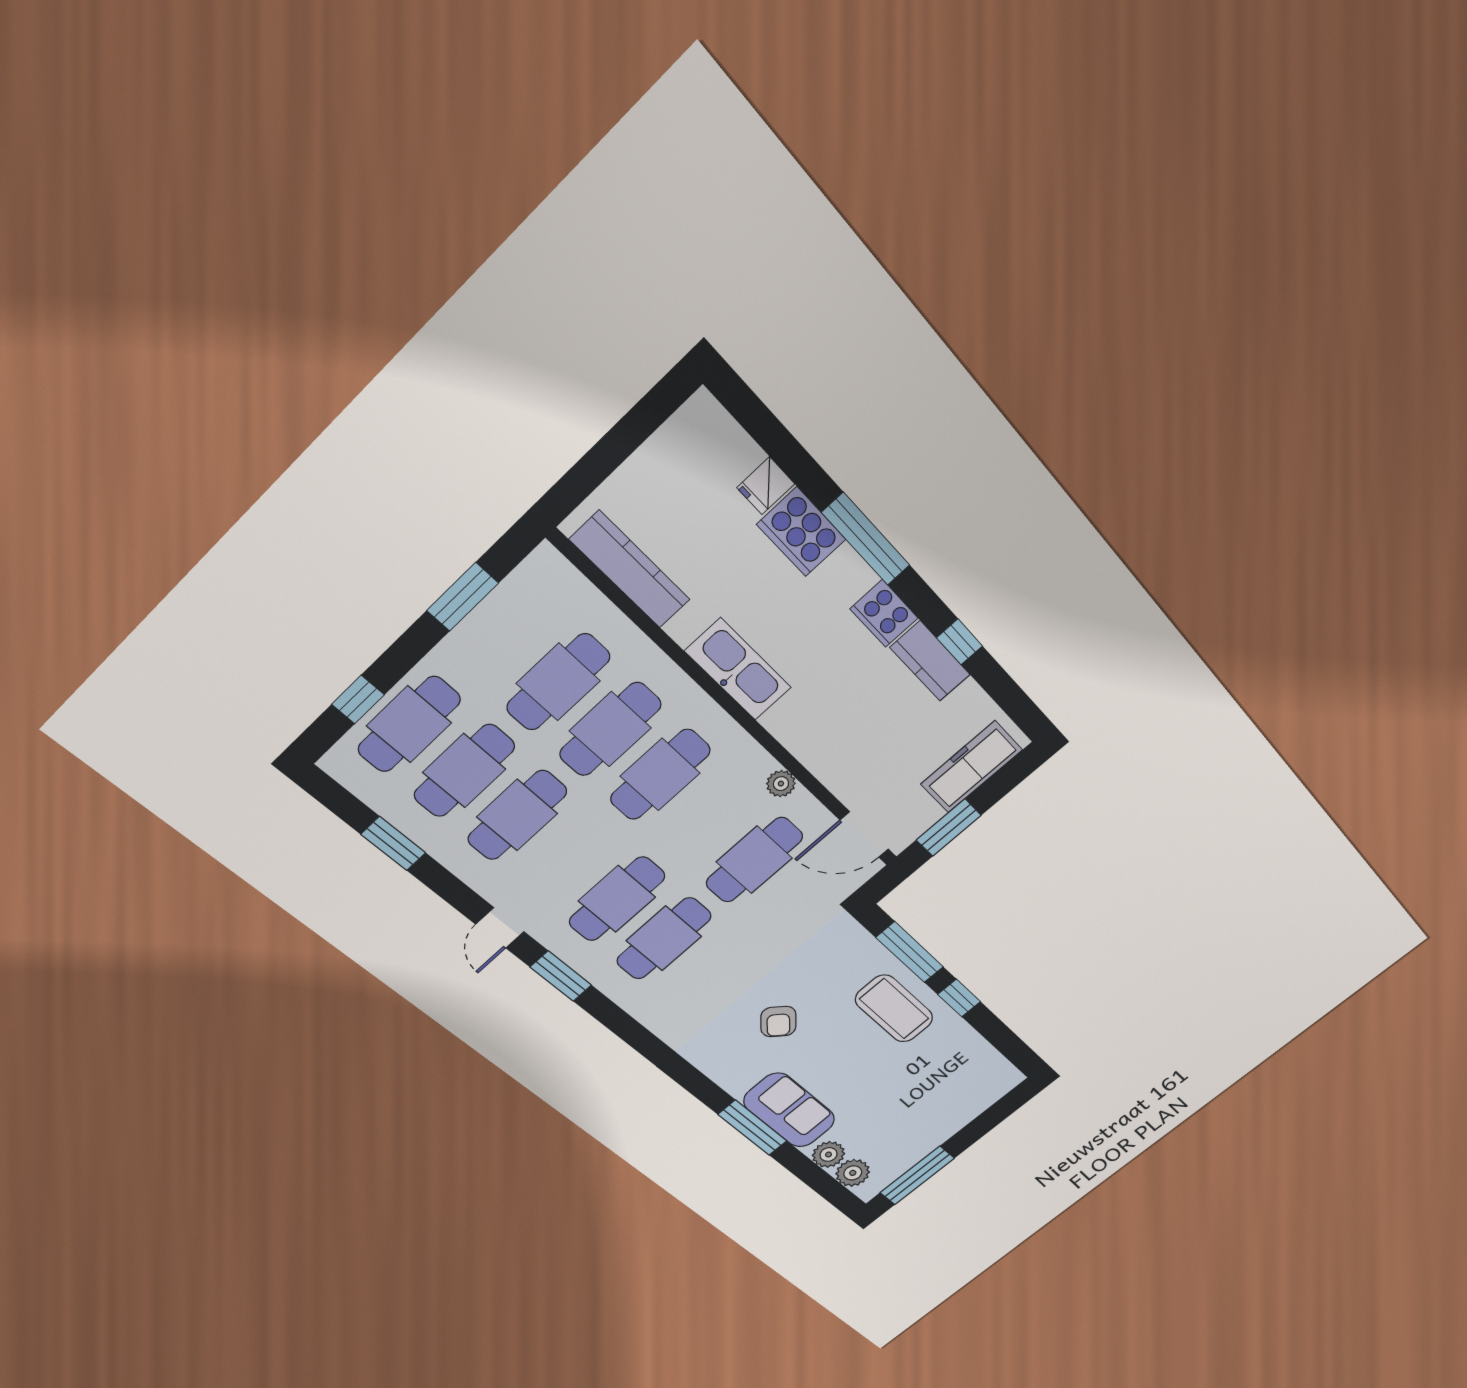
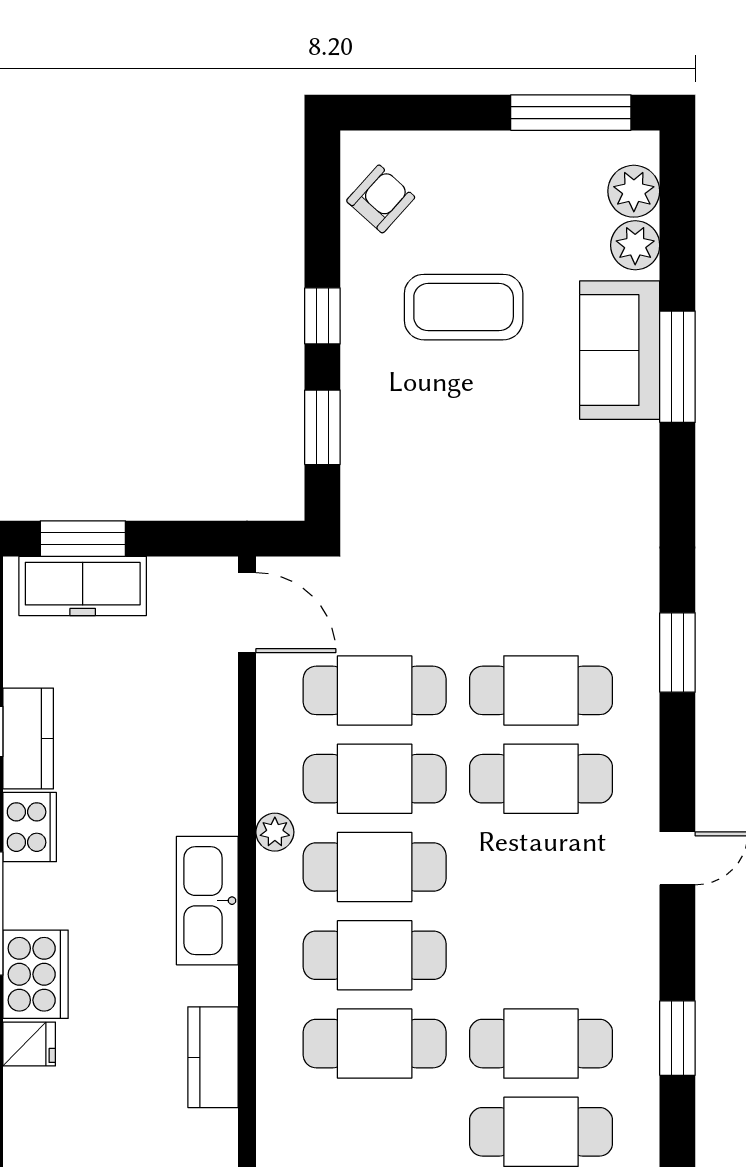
kitchen counter: (630, 570) -> (213, 1057), width x0.67
plant: (781, 784) -> (275, 832), moved
cafe table: (517, 815) -> (375, 779), moved
window: (949, 828) -> (83, 539), moved
window: (910, 952) -> (322, 427), width x0.69
window: (561, 976) -> (677, 653), moved
coffee table: (894, 1009) -> (464, 307), moved, turned 90
armchair: (778, 1022) -> (381, 199), moved

